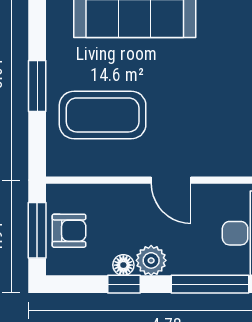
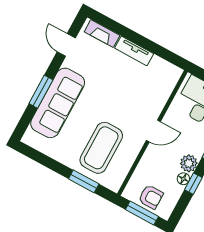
window: (37, 86) -> (84, 181), moved
armchair: (69, 231) -> (151, 197), turned 90

